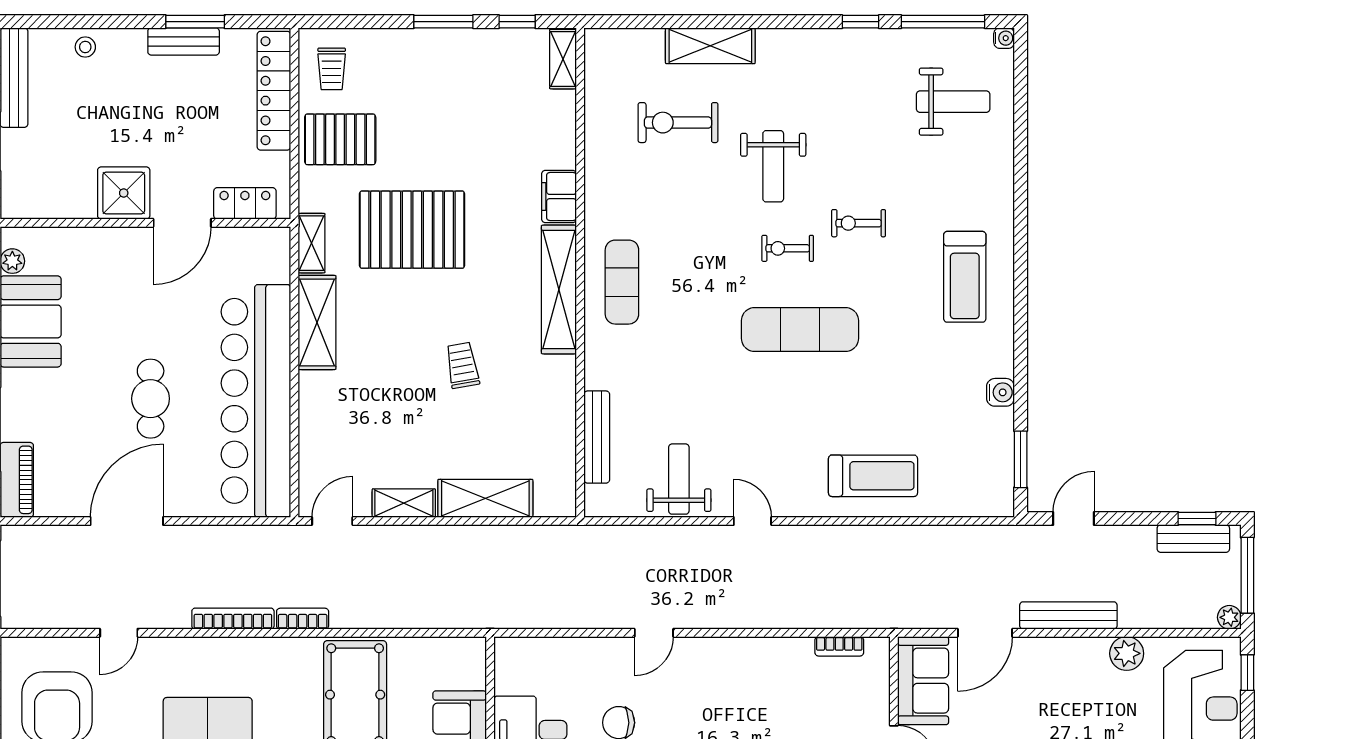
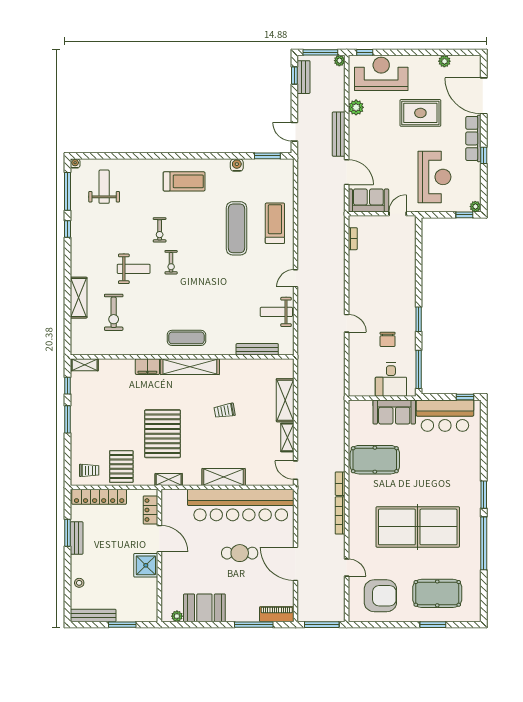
shelving: (317, 322) -> (224, 477), moved
exercise mat: (800, 330) -> (237, 228), moved

